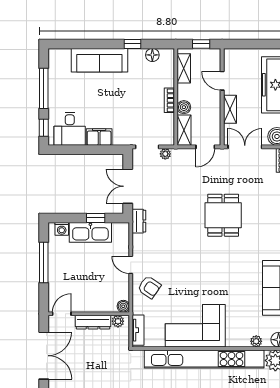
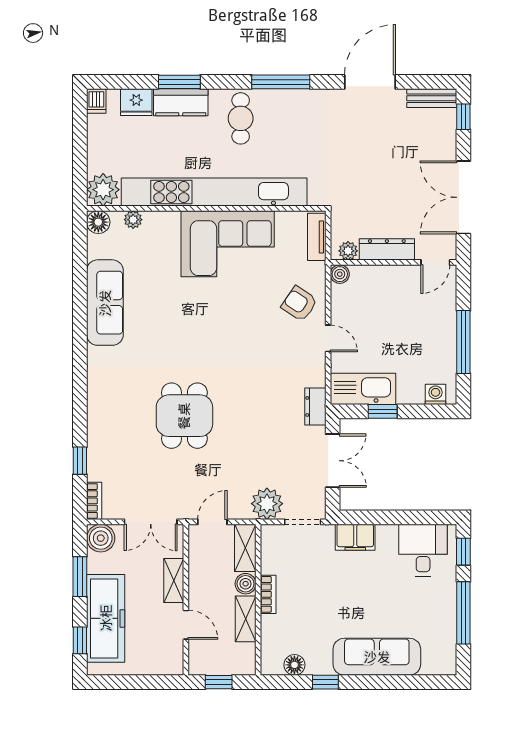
shelving: (184, 68) -> (246, 619), moved
filing cabinet: (99, 137) -> (355, 537), moved
plant: (165, 154) -> (267, 504), width x1.88, depth x1.88
kitchen sink: (90, 232) -> (363, 389), moved

